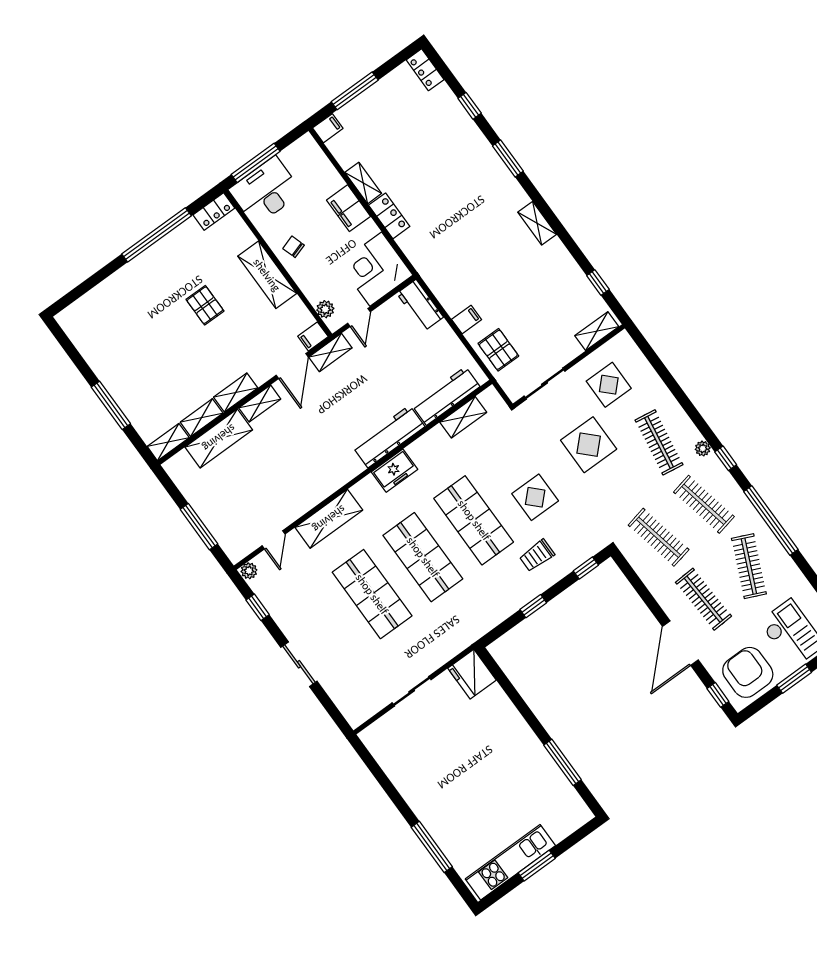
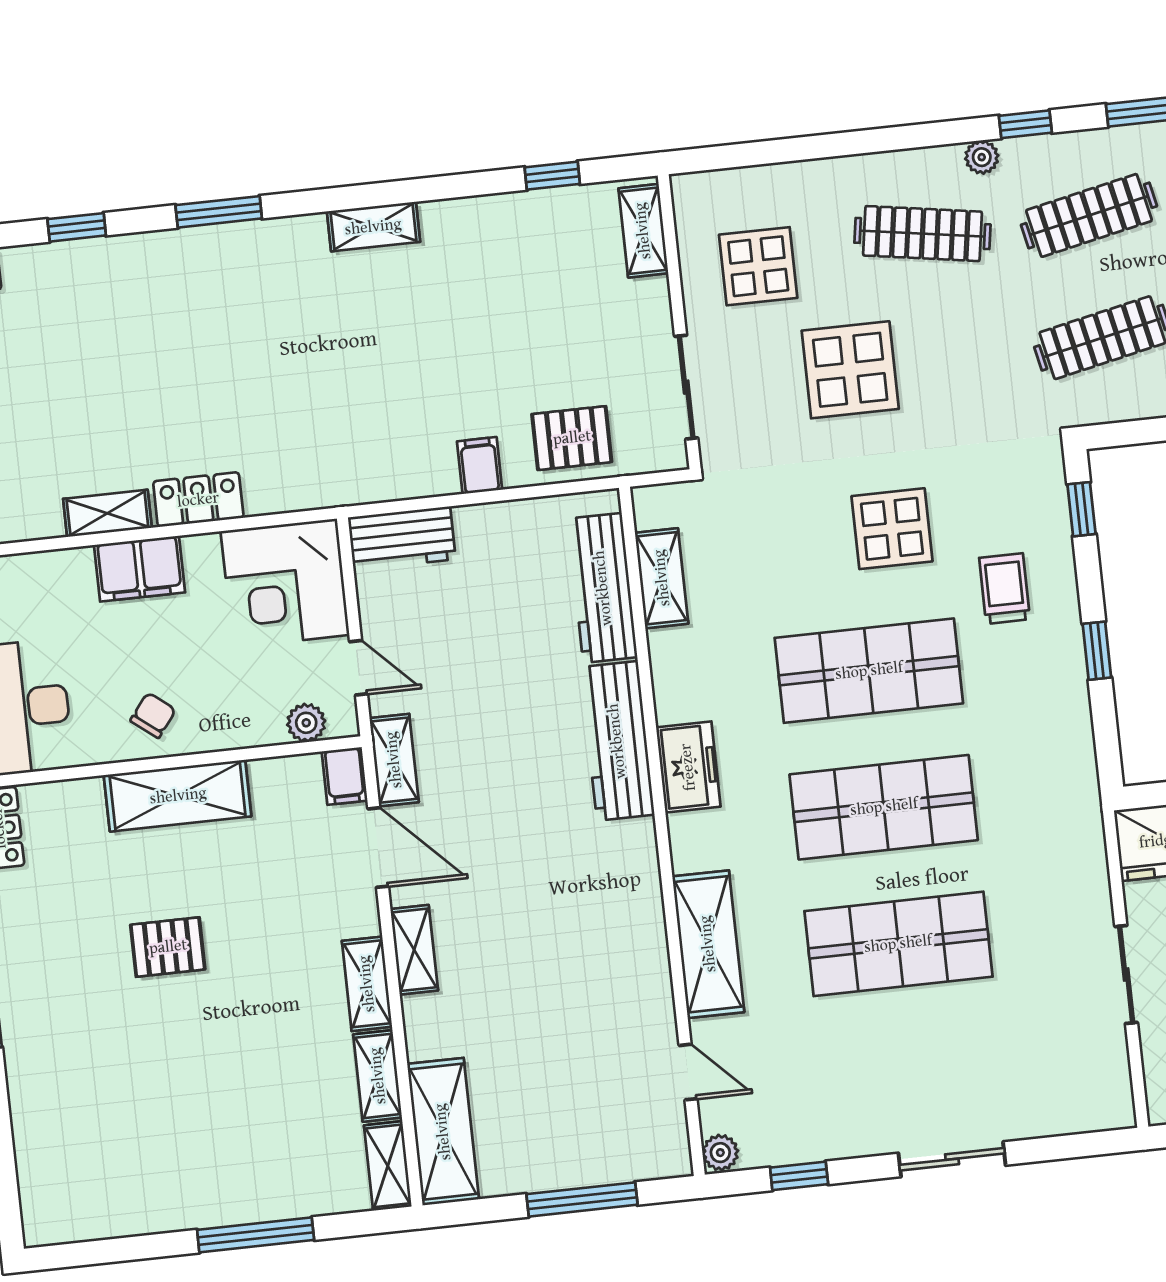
chair: (294, 247) -> (153, 715), turned 146
shelving: (219, 438) -> (443, 1132), moved
trolley: (537, 555) -> (1005, 589), turned 180

